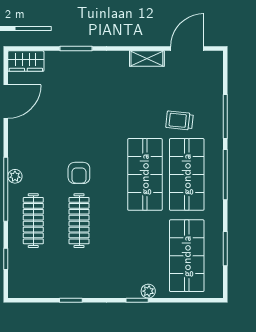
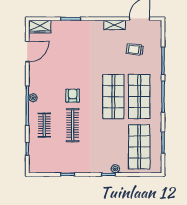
trolley: (180, 120) -> (135, 49), moved
armchair: (79, 173) -> (73, 96), turned 180
clothes rail: (33, 221) -> (44, 125), width x0.73

